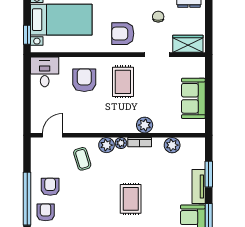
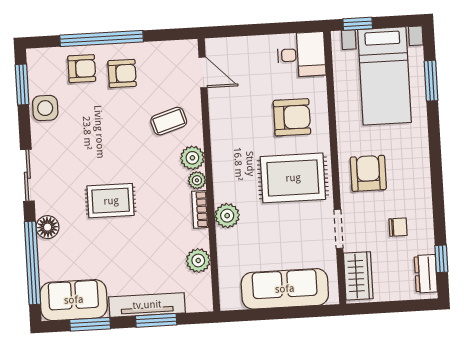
rug: (123, 82) -> (293, 178), width x1.36, depth x1.43
sofa: (193, 98) -> (285, 289), width x1.36
tv unit: (199, 186) -> (147, 305), width x1.41

